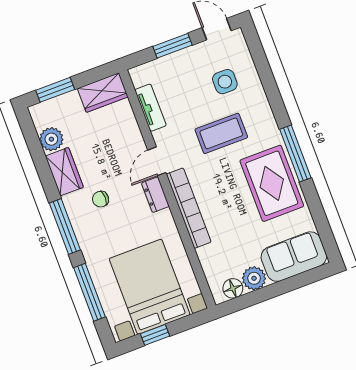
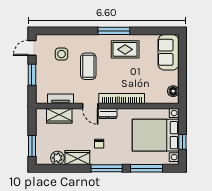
wardrobe: (103, 93) -> (59, 116), moved, turned 90
rug: (272, 183) -> (125, 49), width x0.73, depth x0.70
plant: (254, 278) -> (172, 78), removed

